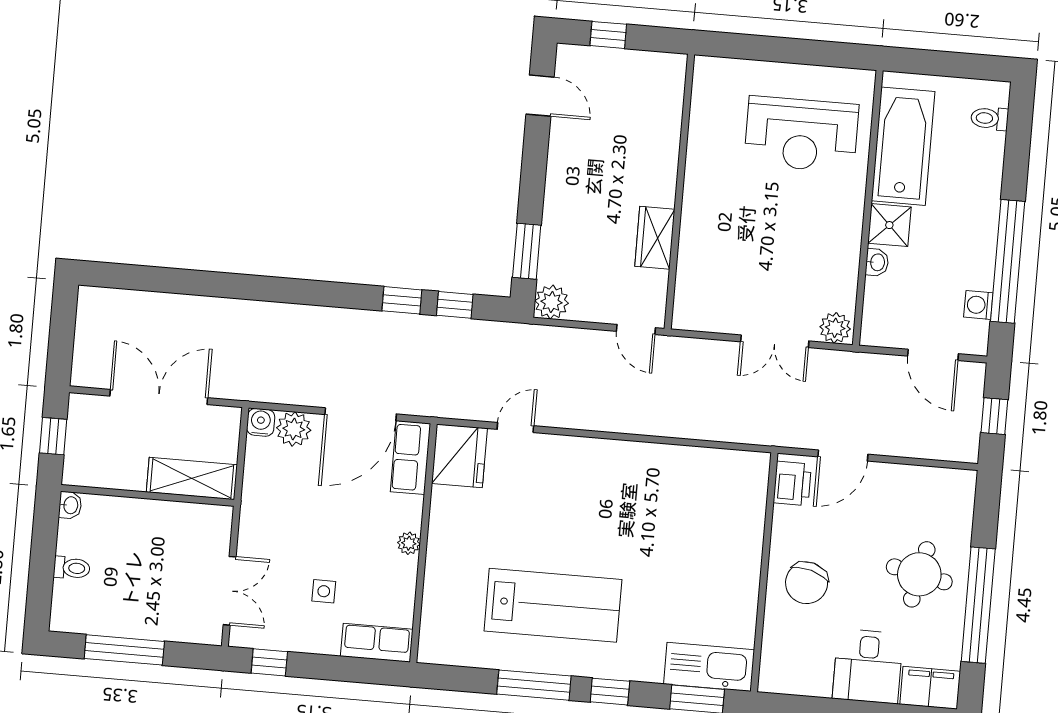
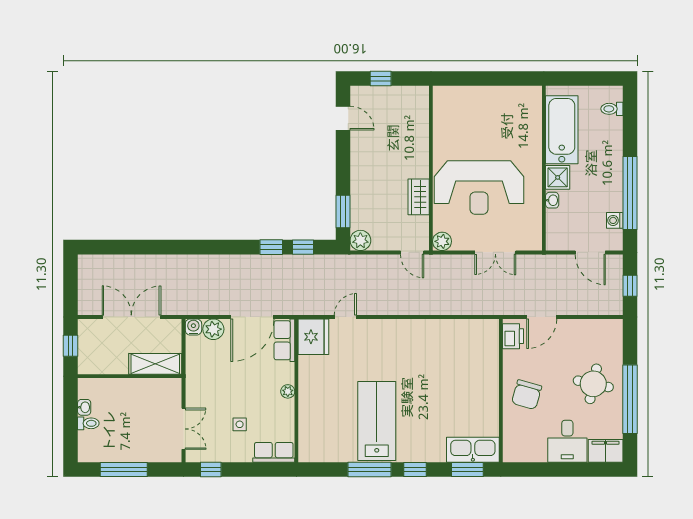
reception desk: (801, 134) -> (479, 187), moved, width x1.36, depth x1.30
plant: (835, 328) -> (442, 241), moved
washbasin: (70, 505) -> (84, 407), moved
lab bench: (553, 605) -> (377, 421), turned -90

